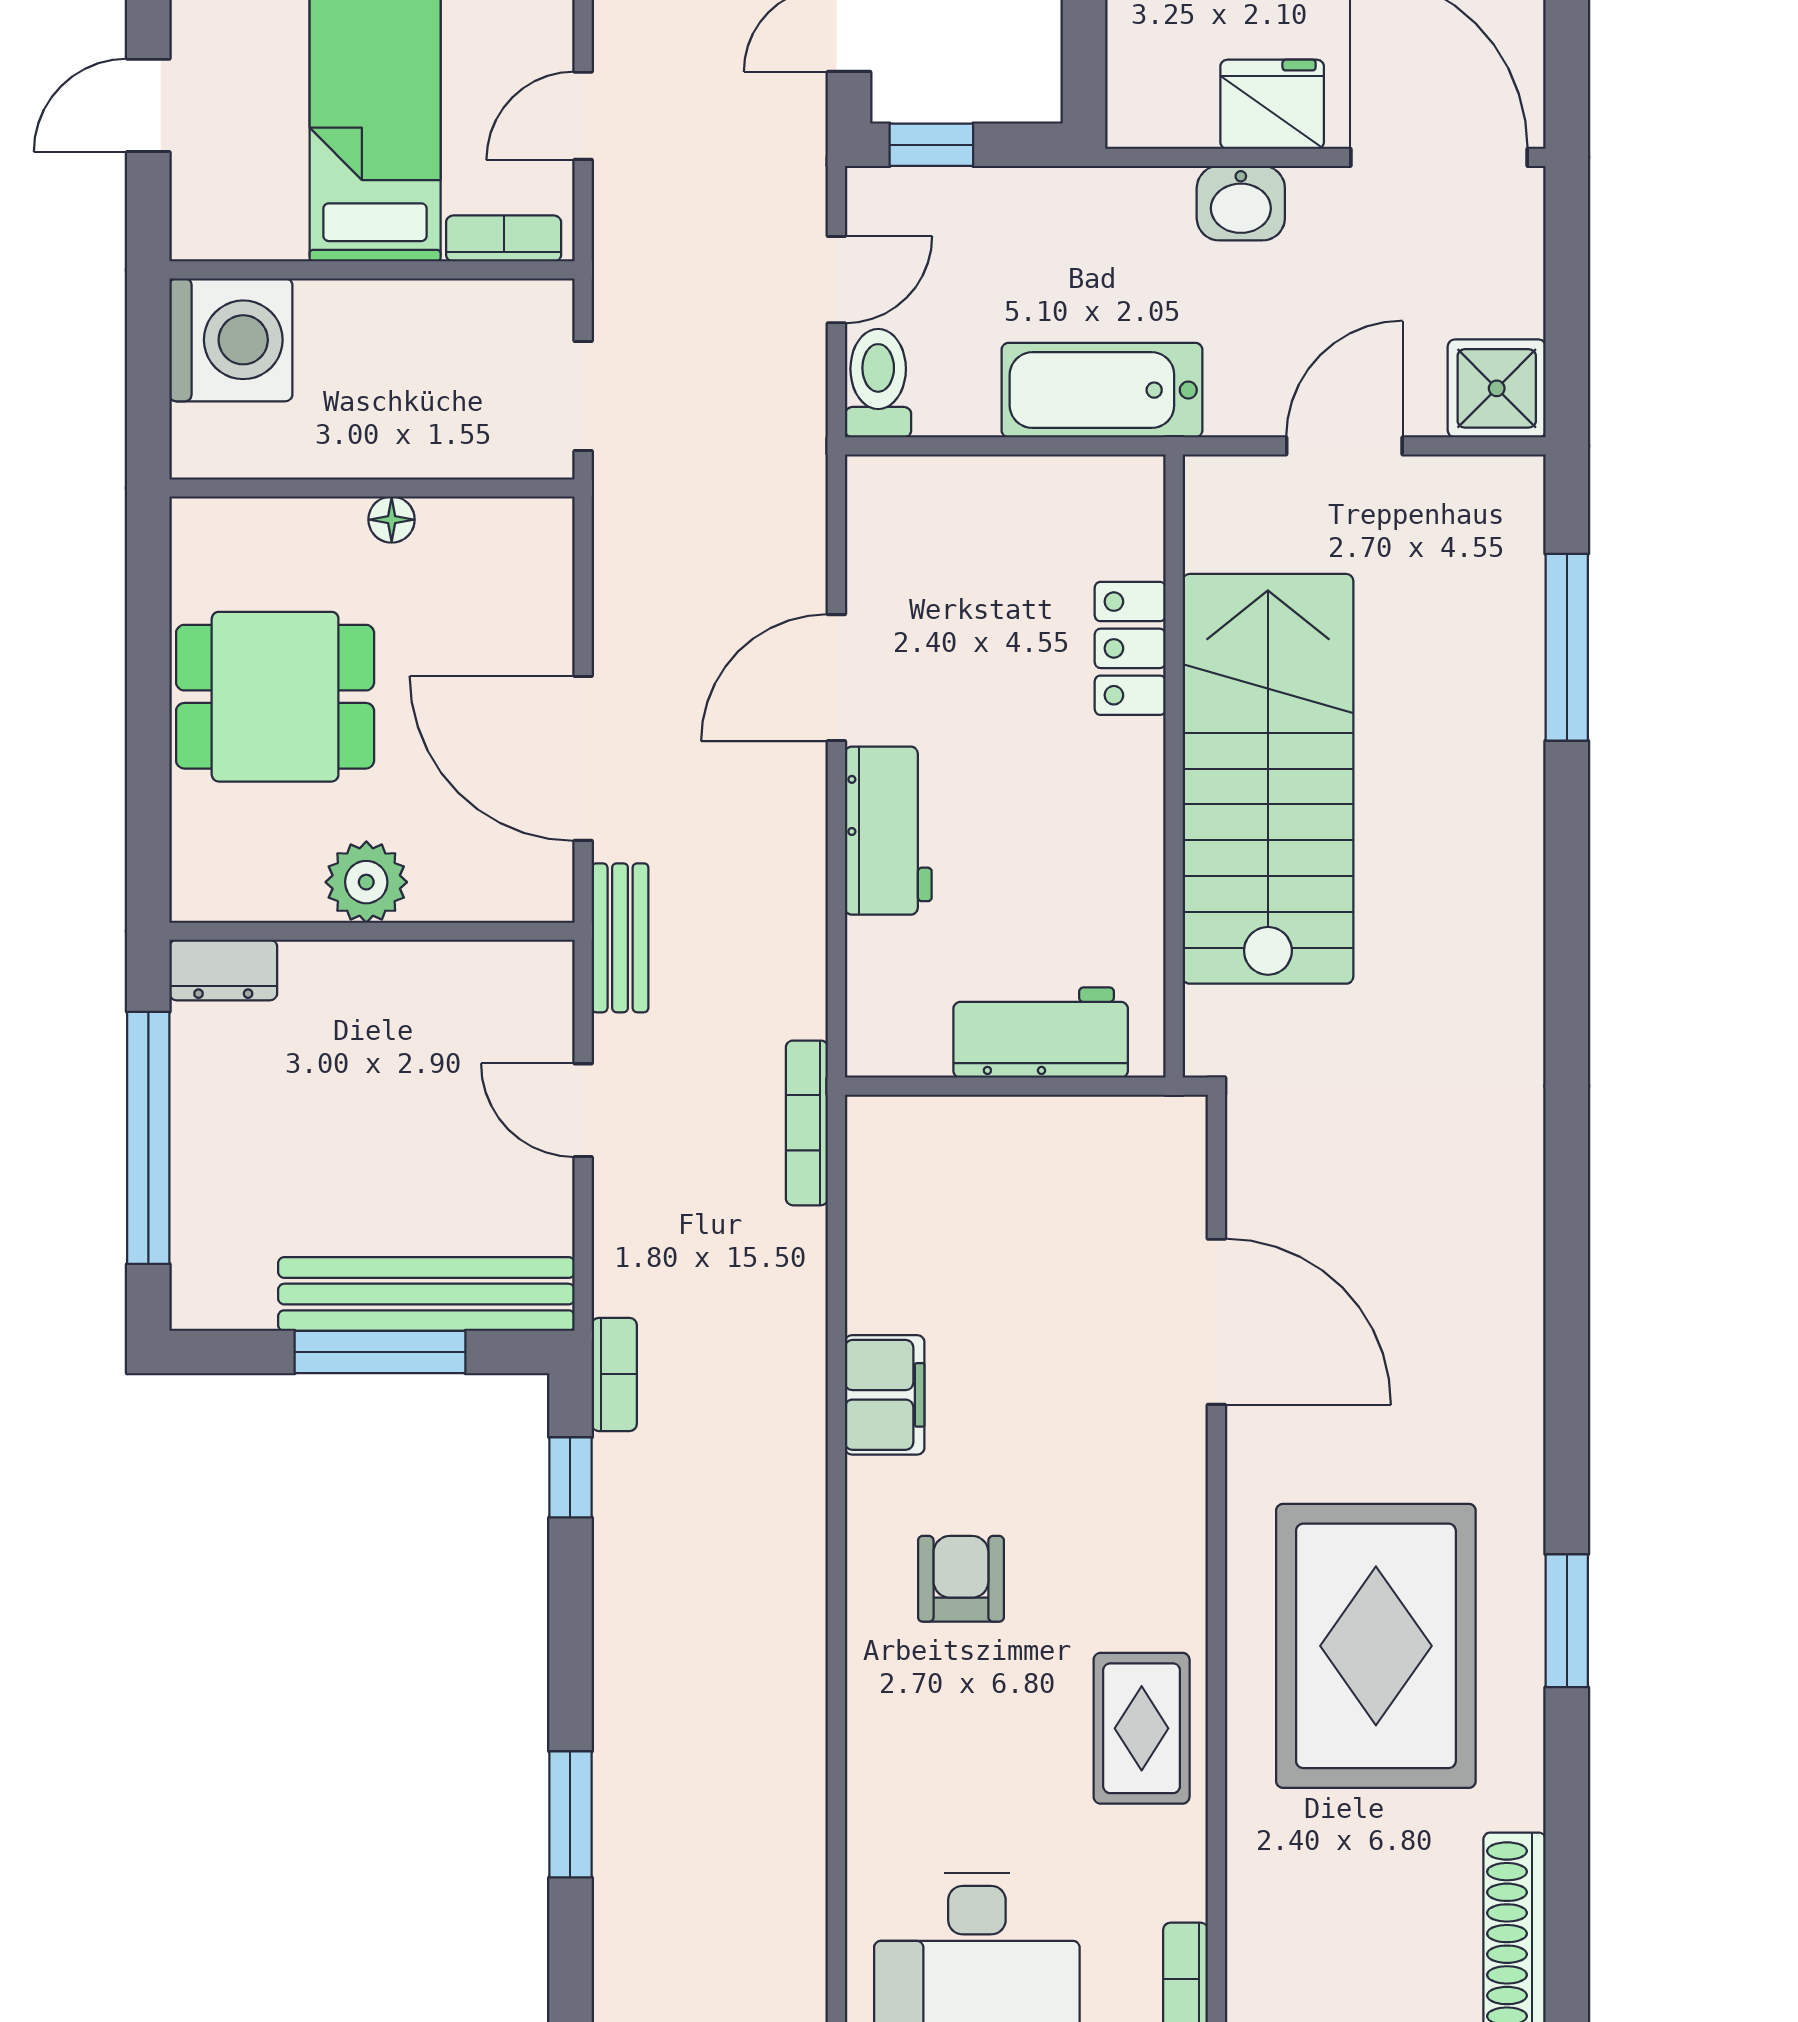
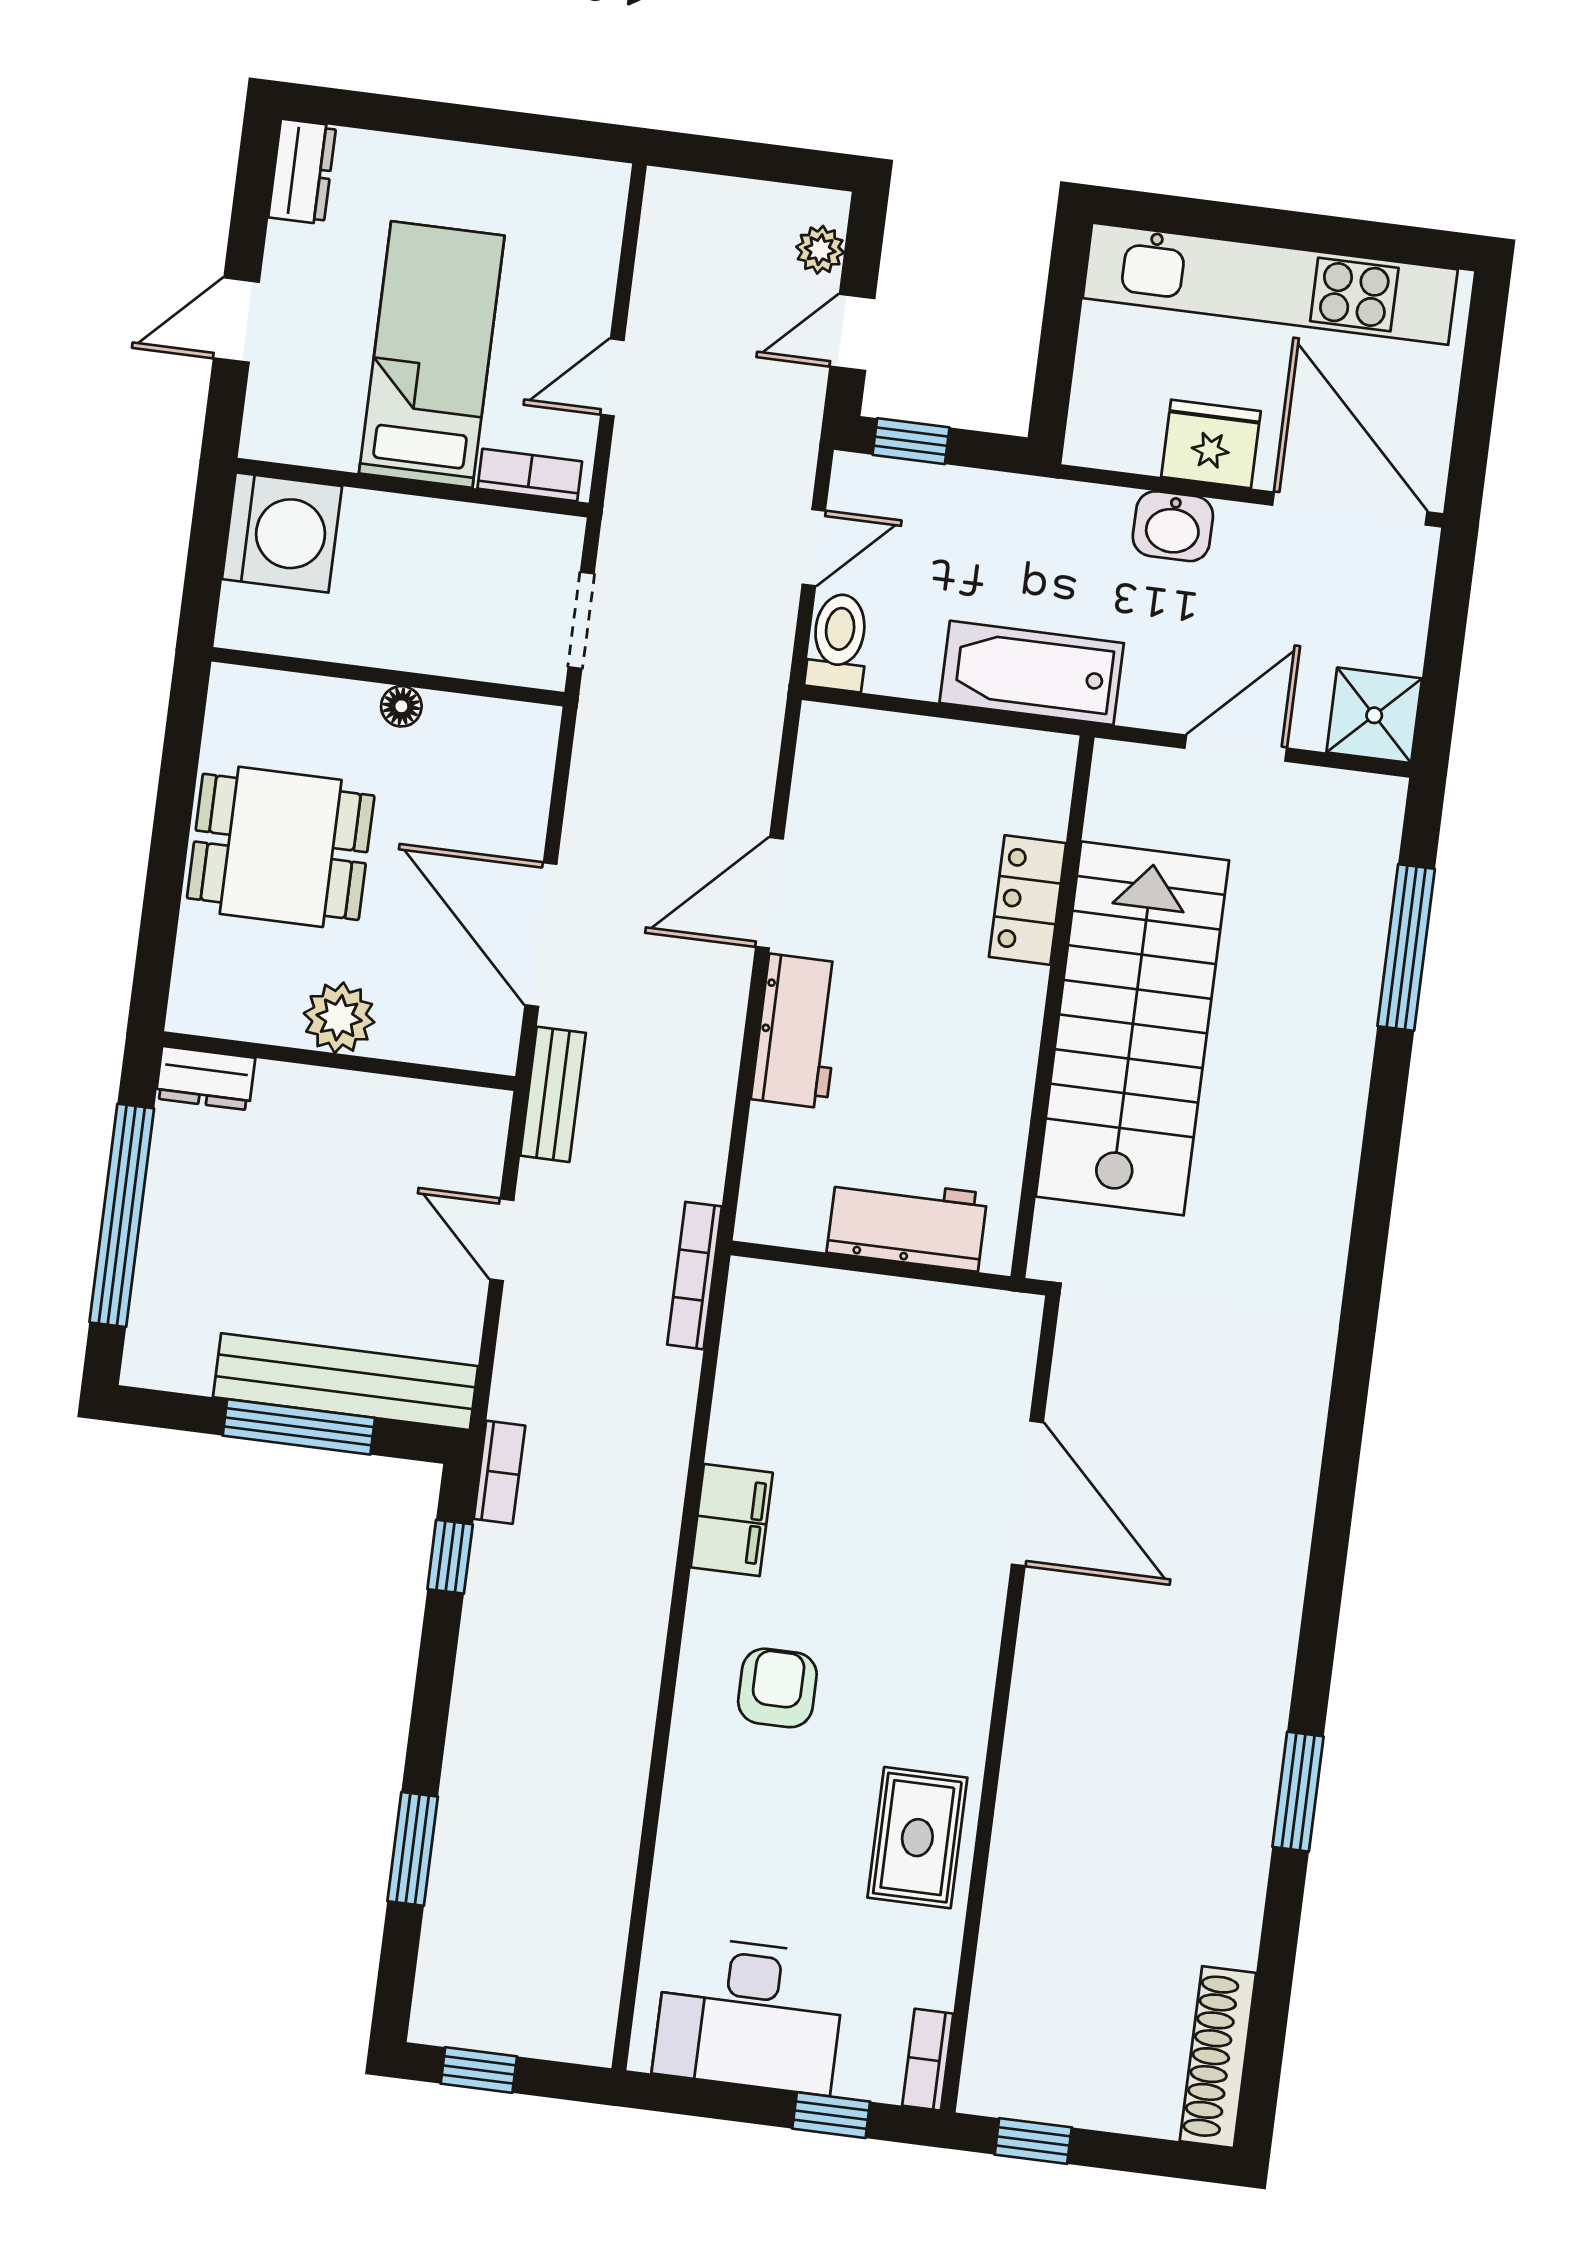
rug: (1376, 1646) -> (1130, 1792), removed

